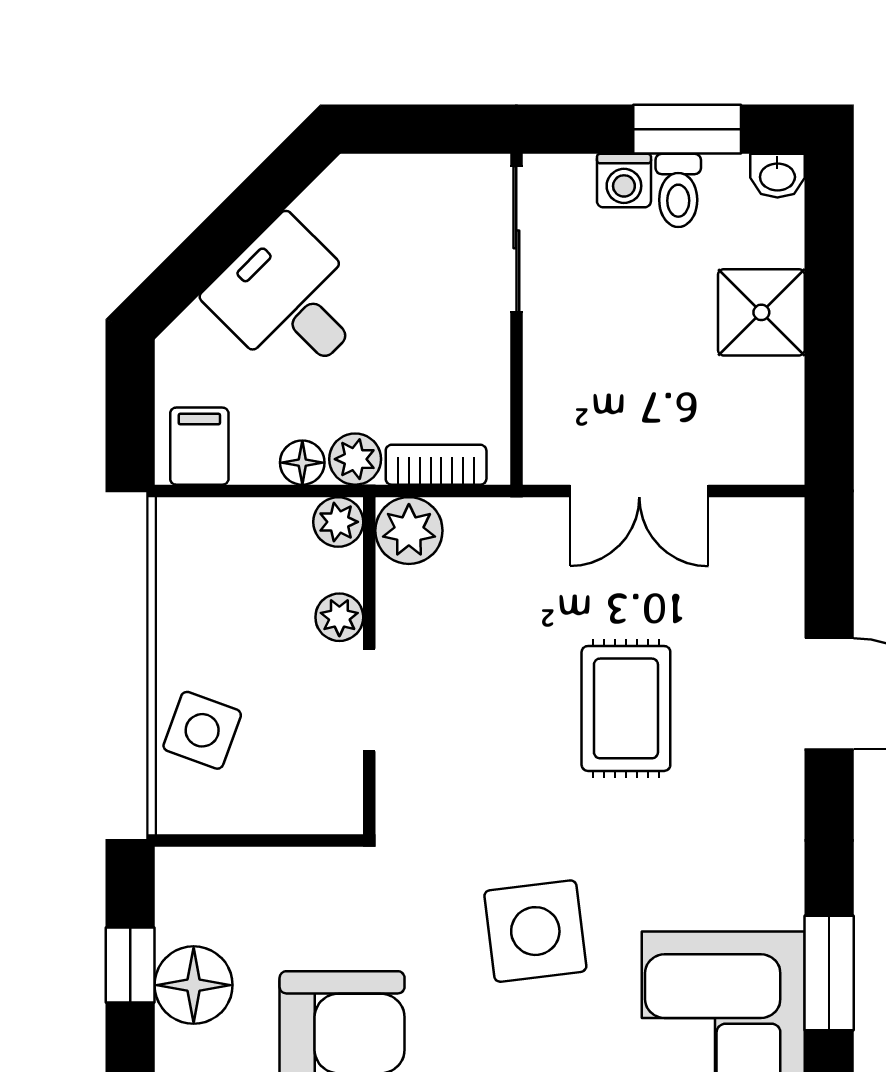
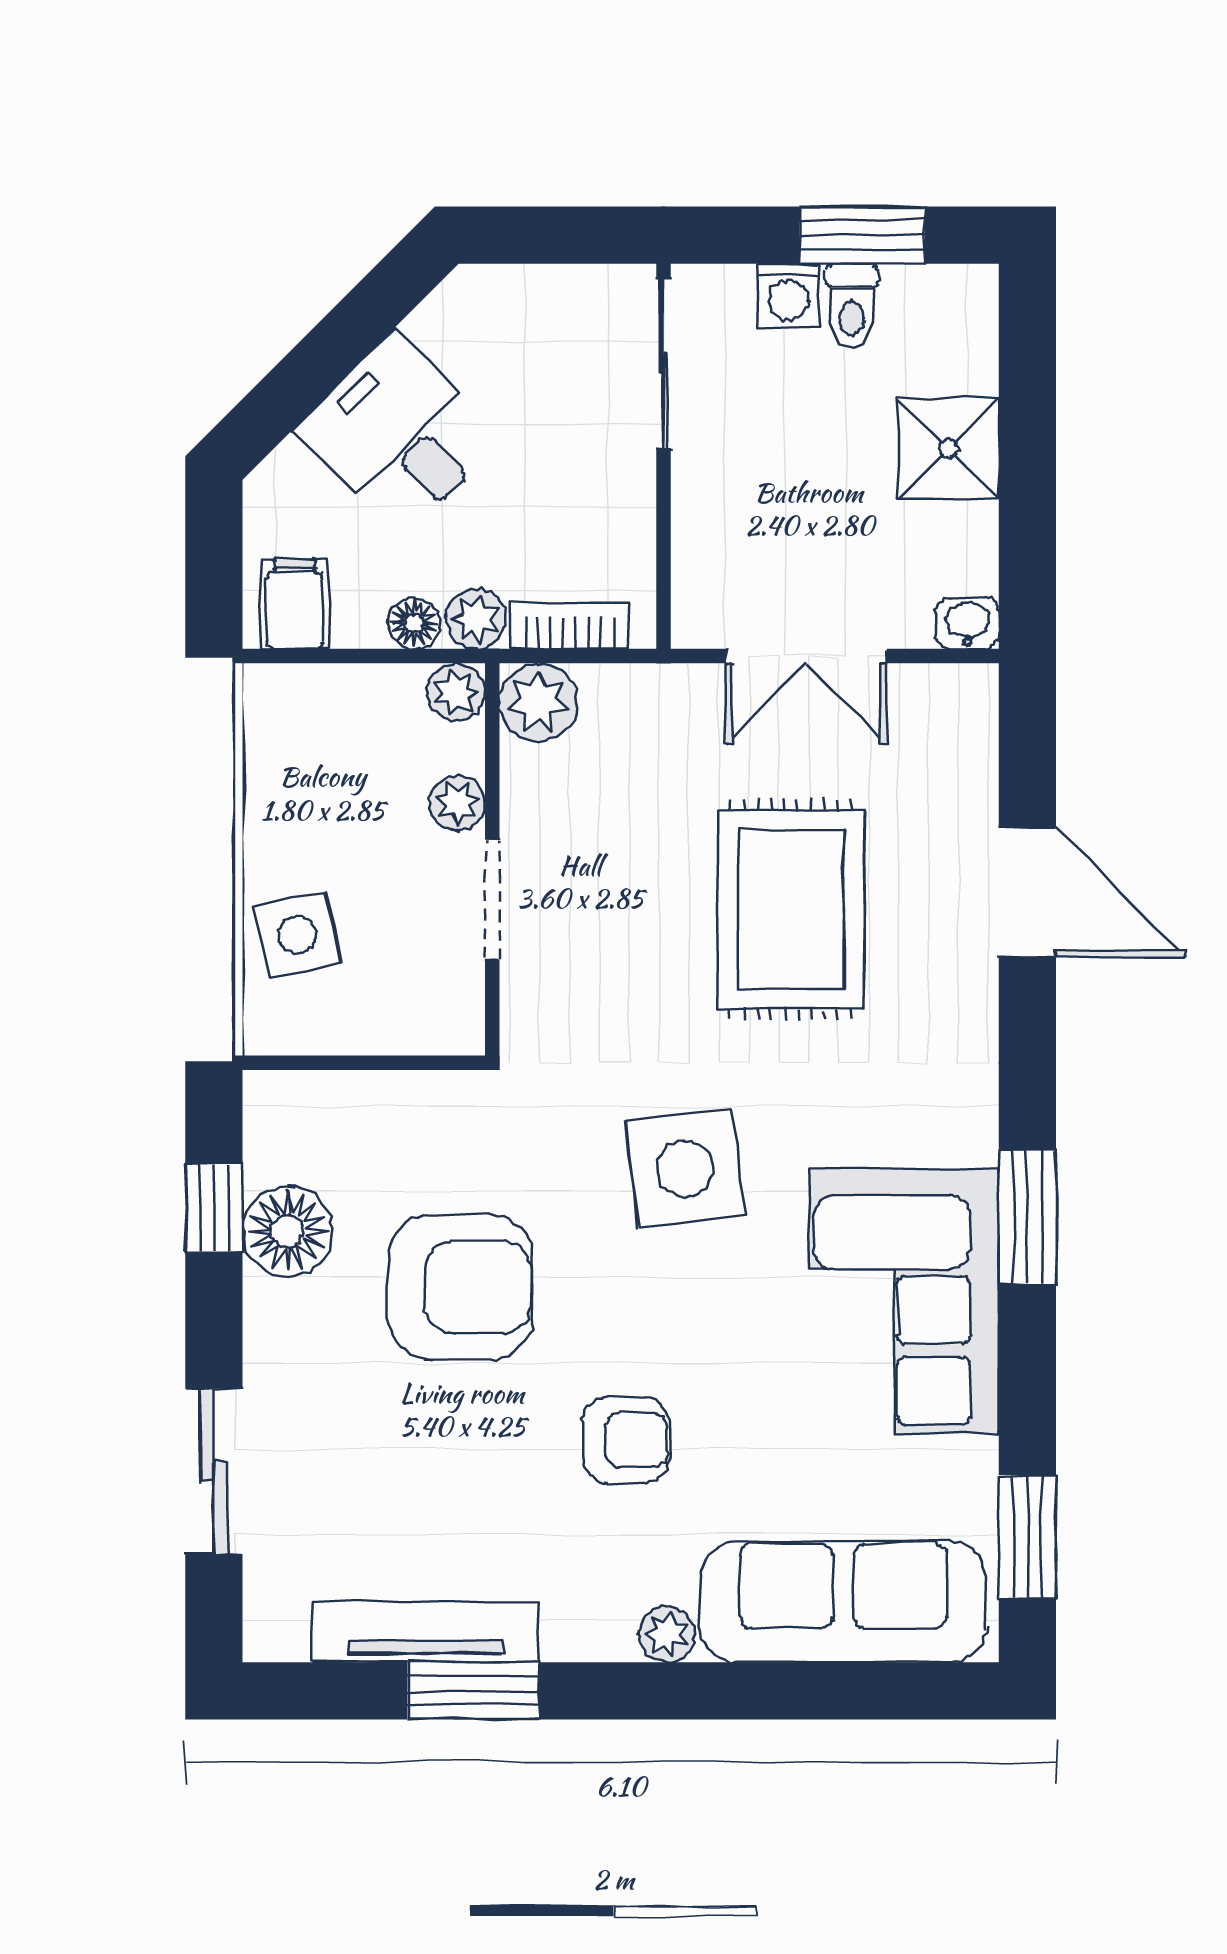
washbasin: (777, 176) -> (967, 623), moved, turned 180
rug: (626, 708) -> (791, 909), width x1.36, depth x1.43
side table: (202, 730) -> (298, 935), turned -33

